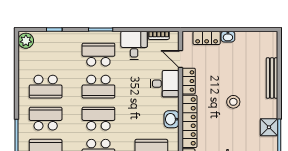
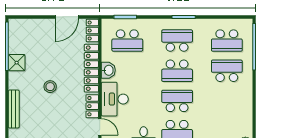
desk: (165, 84) -> (115, 99), width x1.37
school desk: (46, 87) -> (227, 101), removed
school desk: (46, 119) -> (227, 71), turned 180

